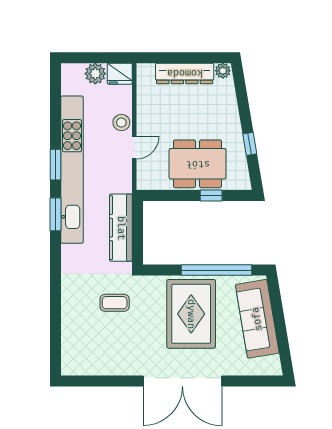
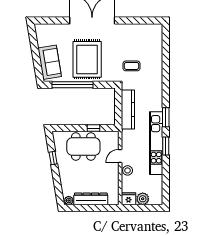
kitchen unit: (72, 170) -> (156, 143), width x0.73
window: (211, 196) -> (93, 128), moved
sofa: (257, 319) -> (50, 62), width x0.73

